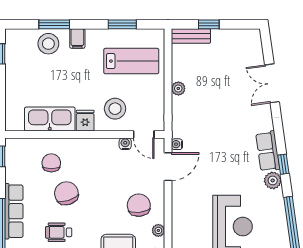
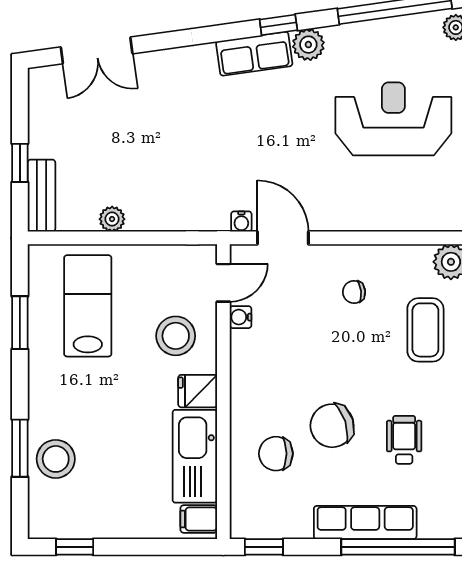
filing cabinet: (77, 38) -> (199, 519), moved, turned 180
double door: (272, 83) -> (97, 50), moved
plant: (178, 88) -> (112, 219), moved
chair: (139, 205) -> (354, 292), width x0.54, depth x0.54
plant: (158, 230) -> (401, 256), removed
wheelchair: (59, 232) -> (404, 440), turned 180

